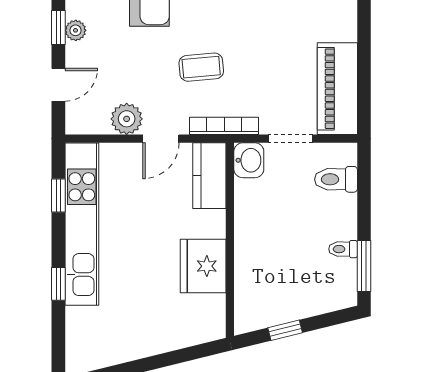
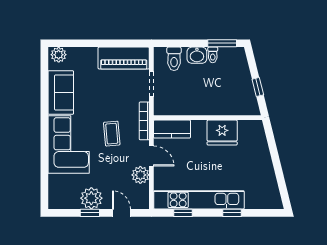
plant: (76, 30) -> (91, 198), width x1.88, depth x1.88
washbasin: (249, 160) -> (197, 55), moved, turned 180

